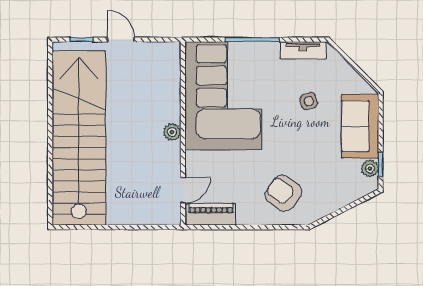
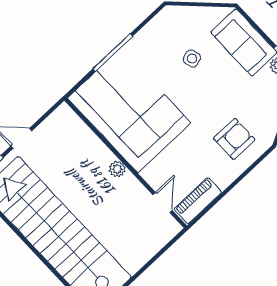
tv unit: (303, 50) -> (155, 27), removed
armchair: (283, 193) -> (234, 139), turned 144

